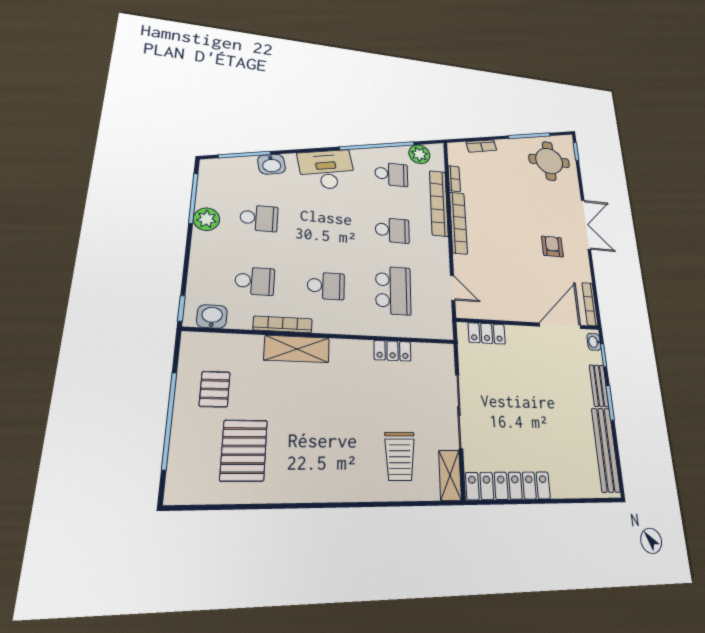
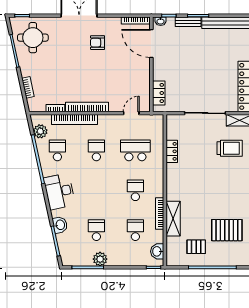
shelving: (297, 349) -> (173, 219), moved

